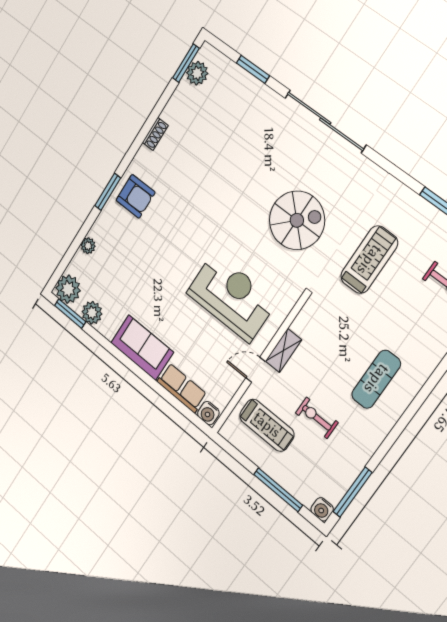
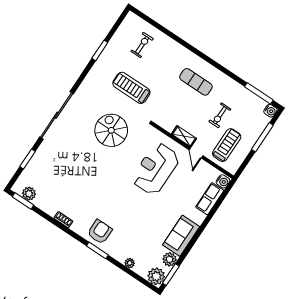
sofa: (142, 348) -> (181, 236), moved

